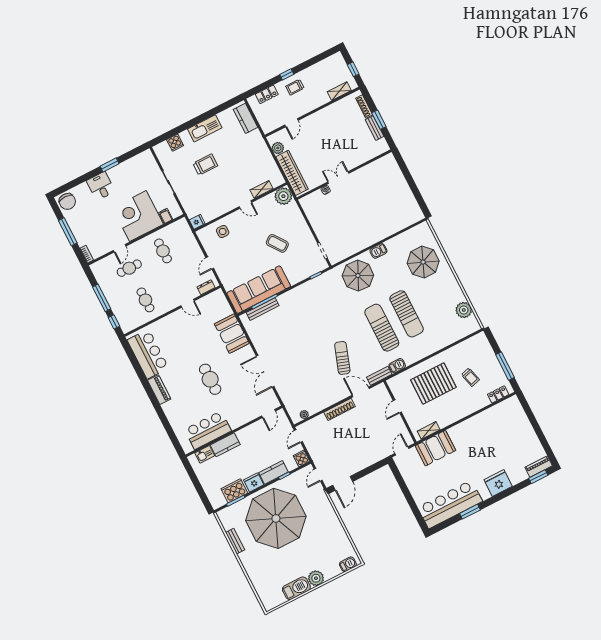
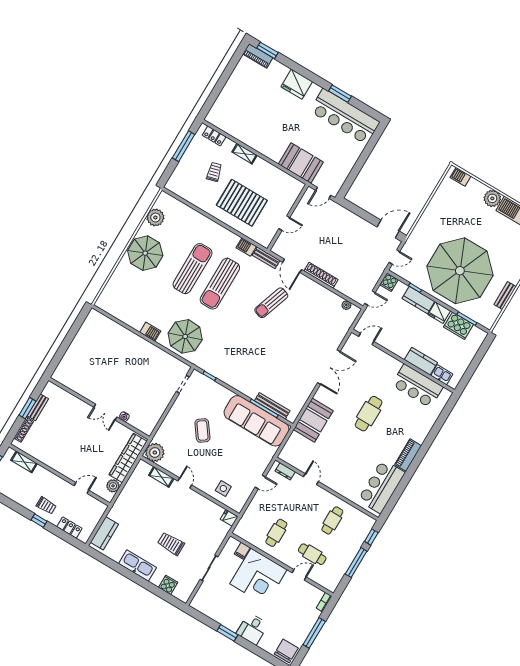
parasol: (423, 262) -> (145, 253), moved
shelving: (429, 430) -> (245, 154), moved

